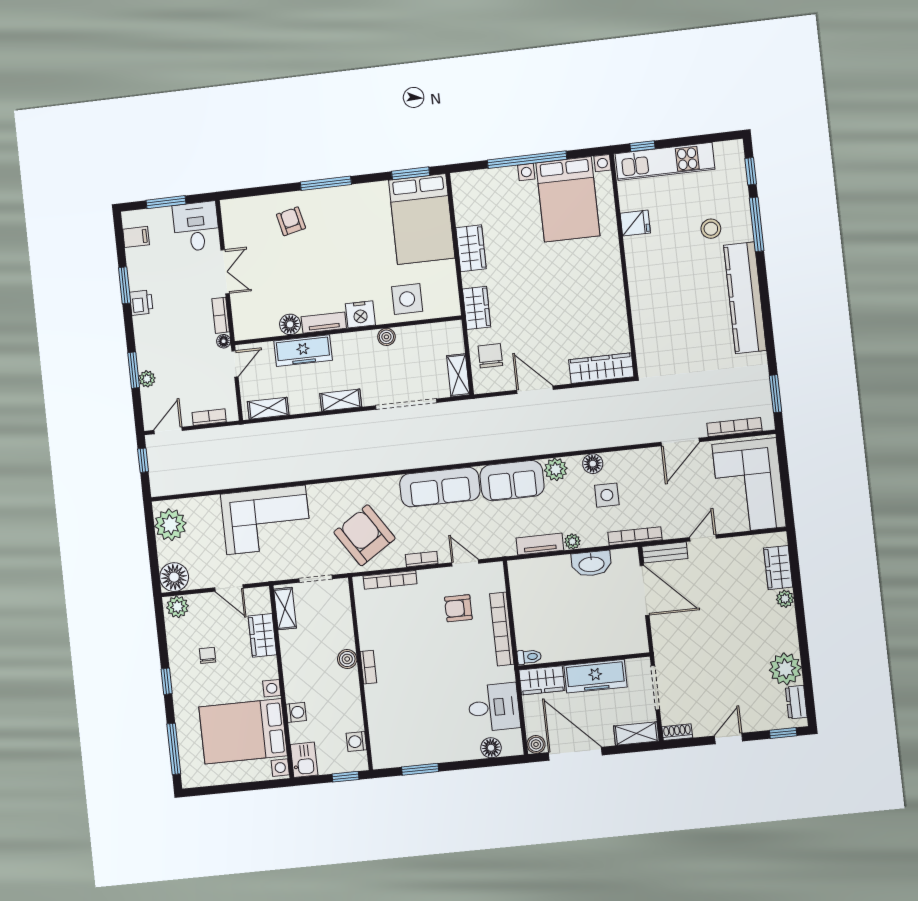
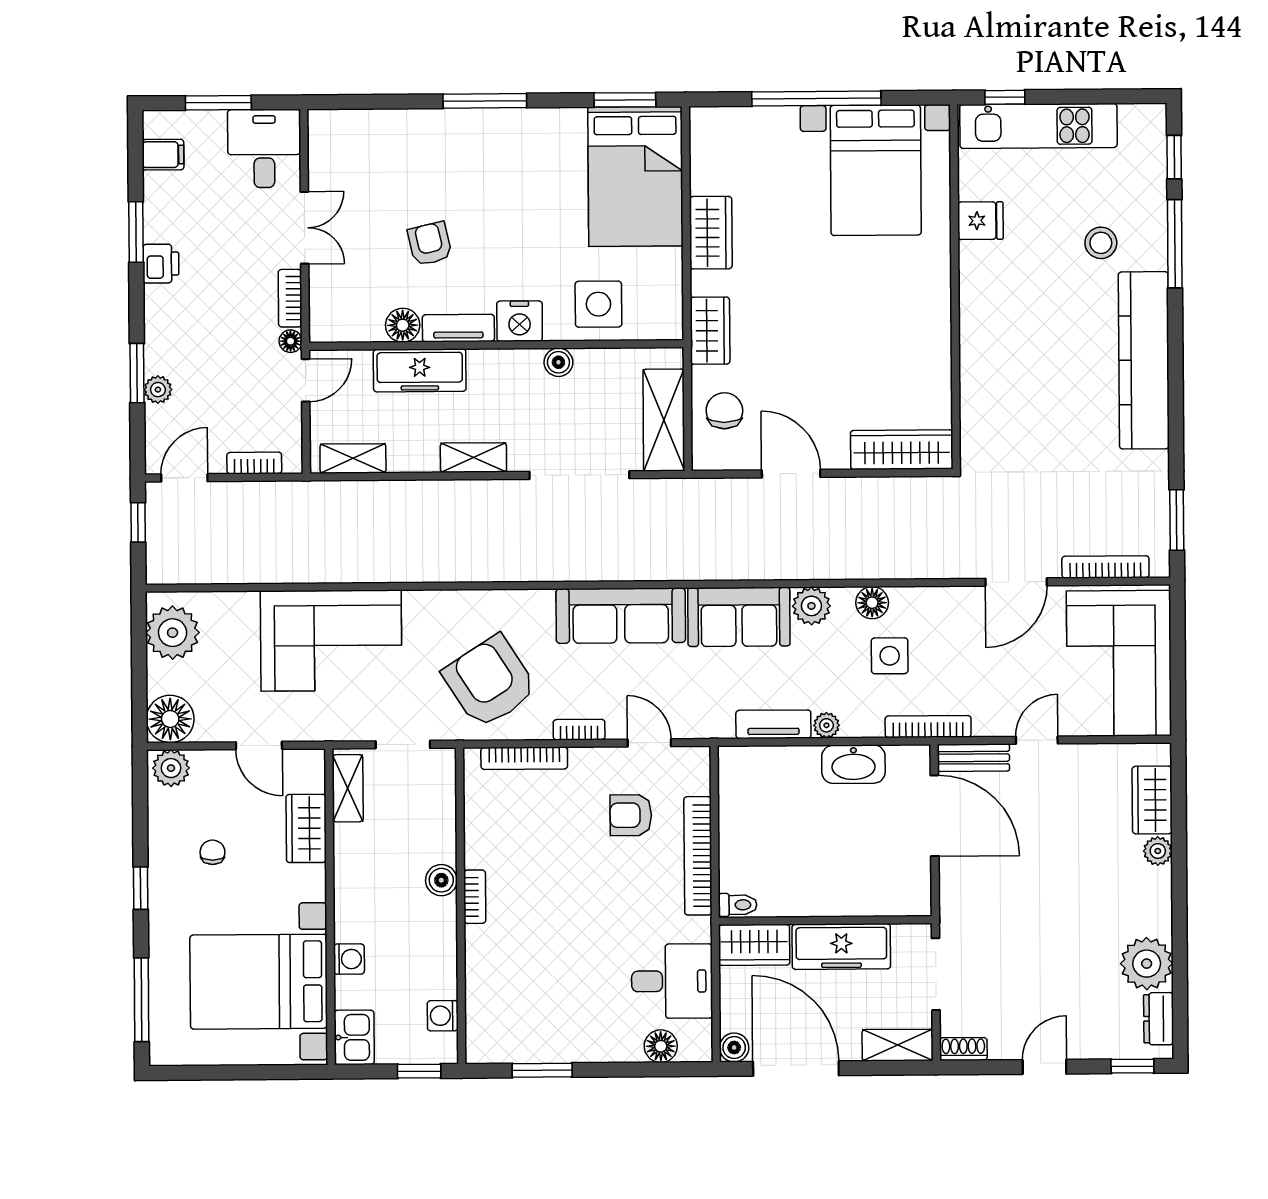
armchair: (291, 221) -> (430, 244), moved
shelving: (458, 375) -> (664, 420), width x1.50, depth x1.33

